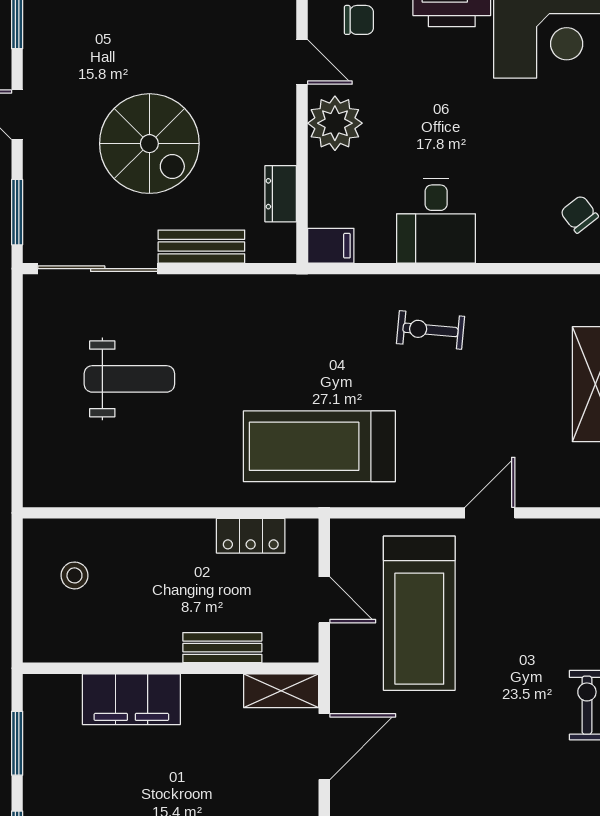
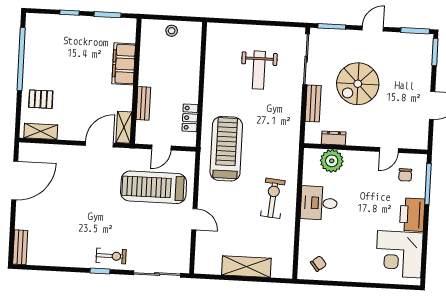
plant: (335, 123) -> (332, 161), moved
filing cabinet: (331, 246) -> (311, 158), removed
exercise bike: (431, 330) -> (273, 198), width x1.38, depth x1.39
stool: (74, 575) -> (172, 31), moved
door: (324, 747) -> (99, 144), swing flipped

